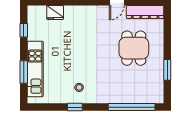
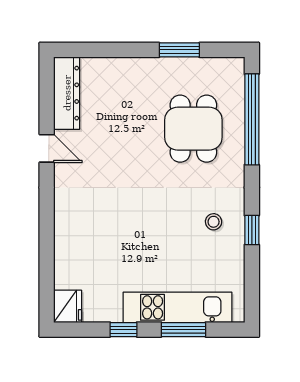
fridge: (55, 13) -> (68, 306), moved
window: (24, 30) -> (123, 330), moved
dining table: (134, 48) -> (193, 129), moved, turned 90

